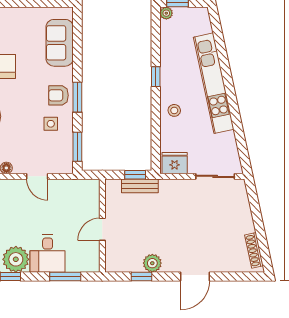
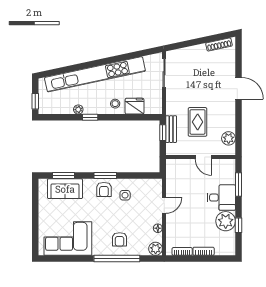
plant: (166, 13) -> (78, 110), moved
kitchen unit: (214, 83) -> (95, 74), width x1.36
window: (77, 147) -> (63, 176), moved
fridge: (175, 163) -> (134, 106), moved, turned 90
rug: (150, 221) -> (198, 122), added
plant: (152, 263) -> (229, 138), moved
window: (141, 277) -> (238, 128), removed

